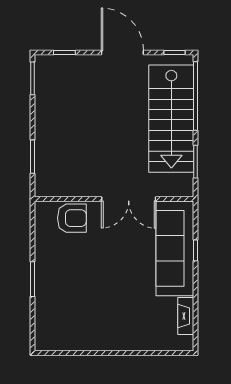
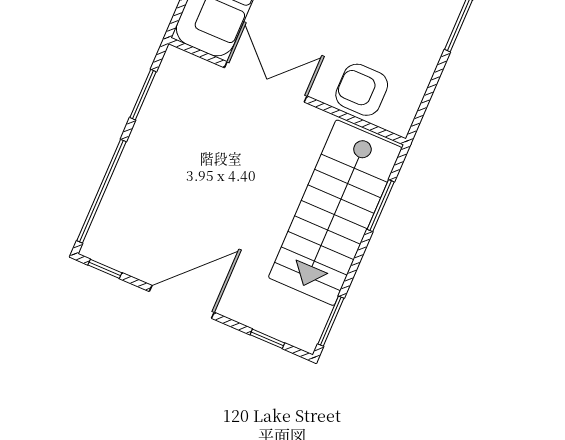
door: (122, 53) -> (182, 302), swing flipped
stairs: (171, 119) -> (335, 213), moved, turned 180

